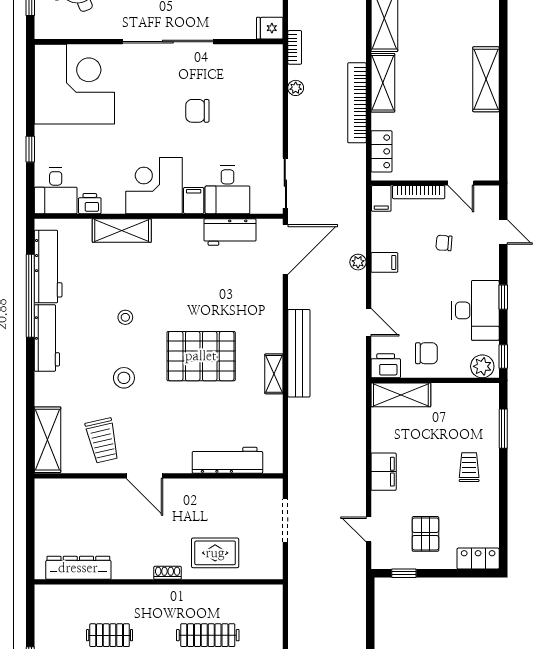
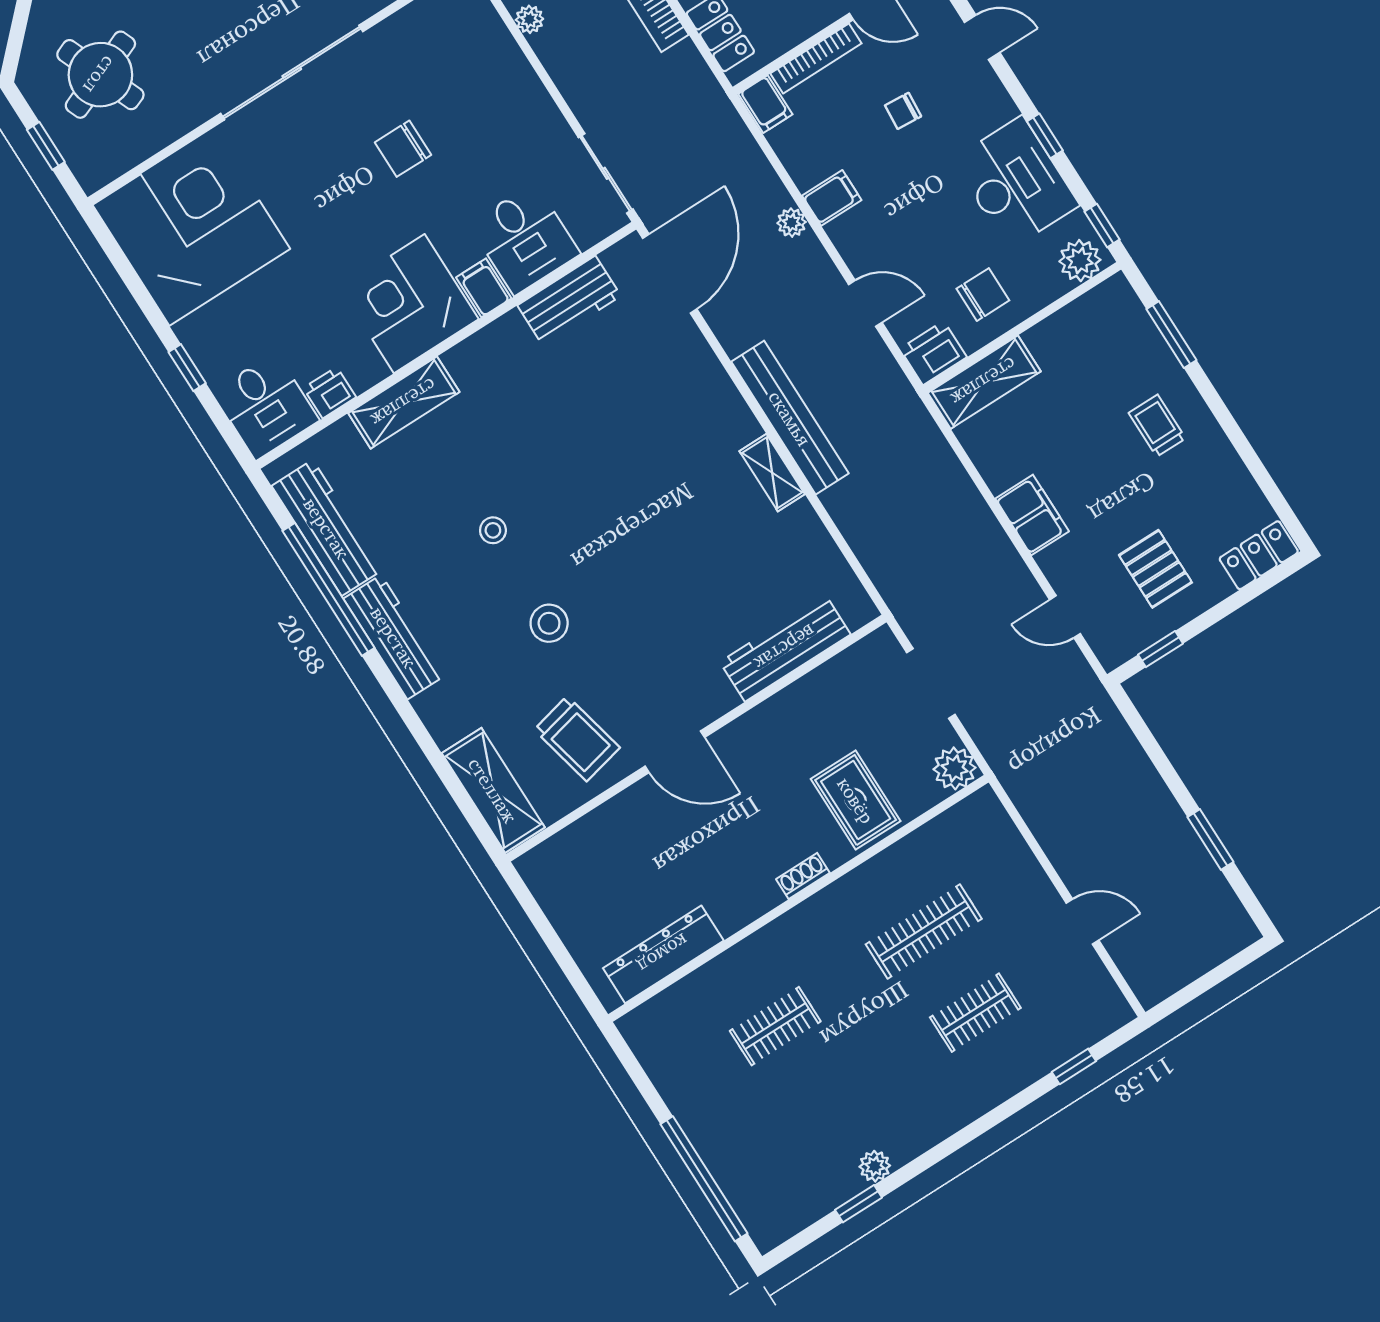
pallet: (201, 356) -> (645, 516), removed
rug: (215, 553) -> (856, 800), turned 90
plant: (271, 568) -> (955, 768), added

